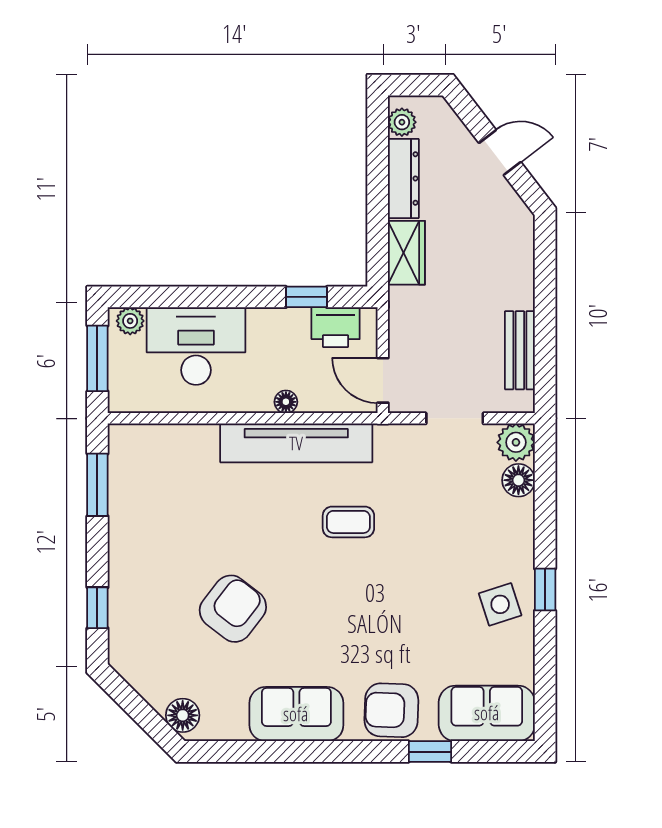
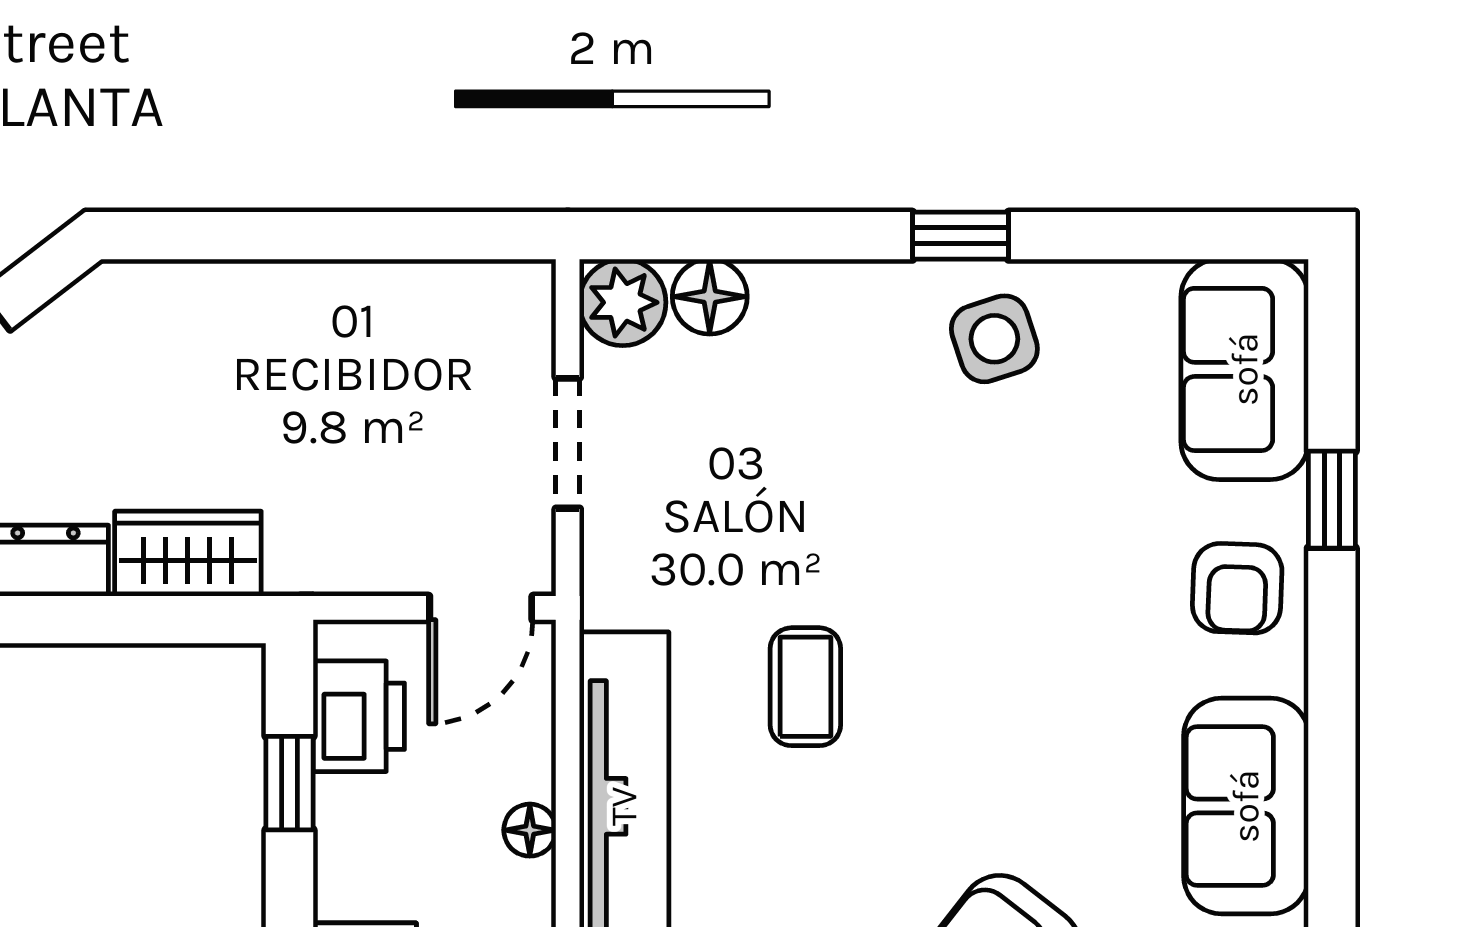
bench: (520, 350) -> (412, 293), removed
armchair: (391, 710) -> (1237, 588), width x0.72, depth x0.72

